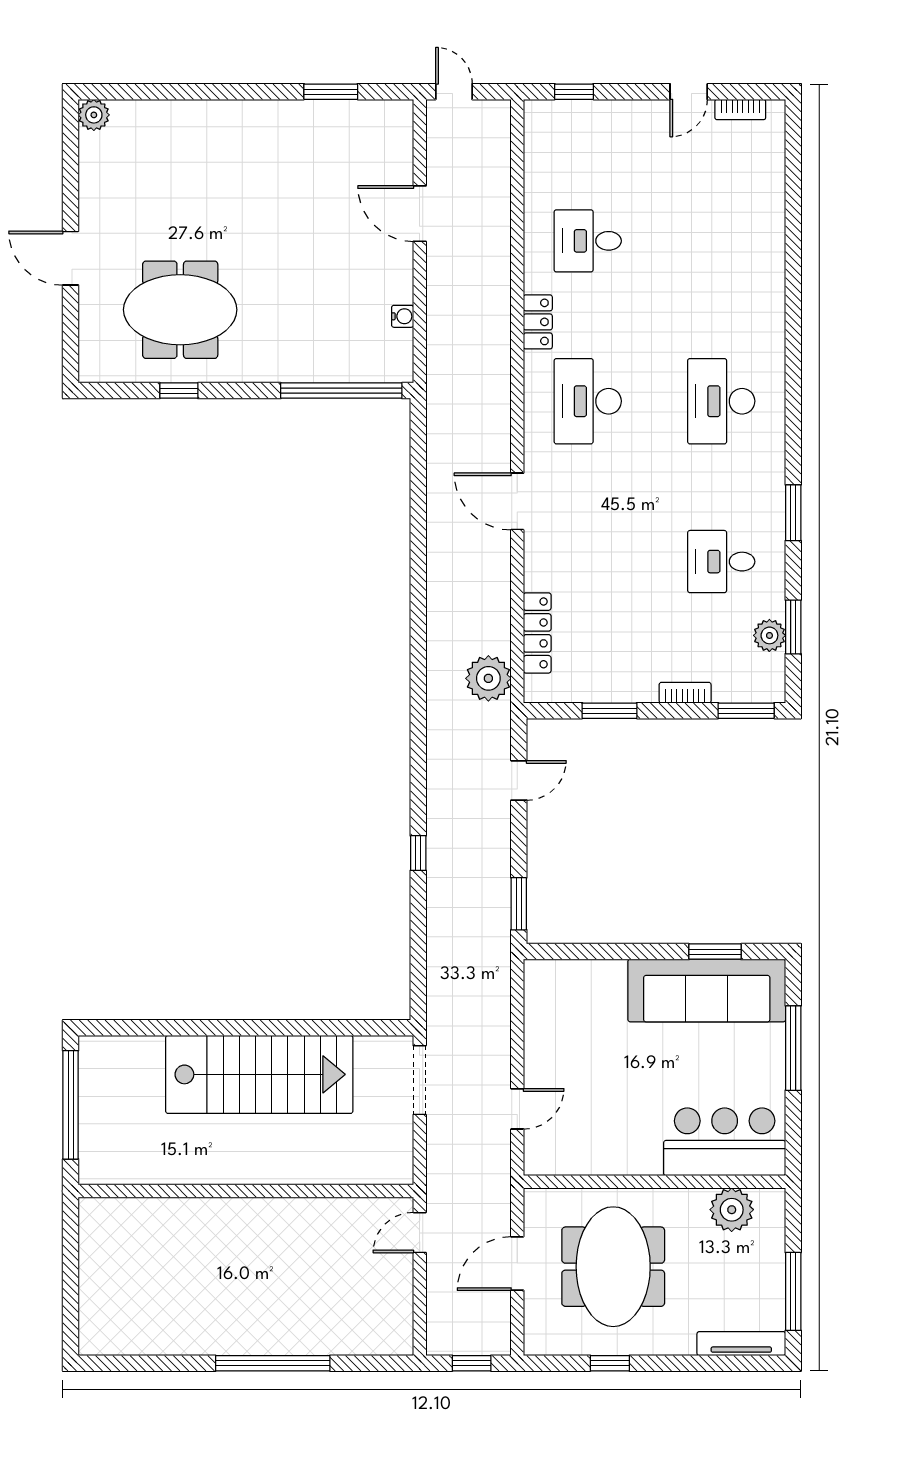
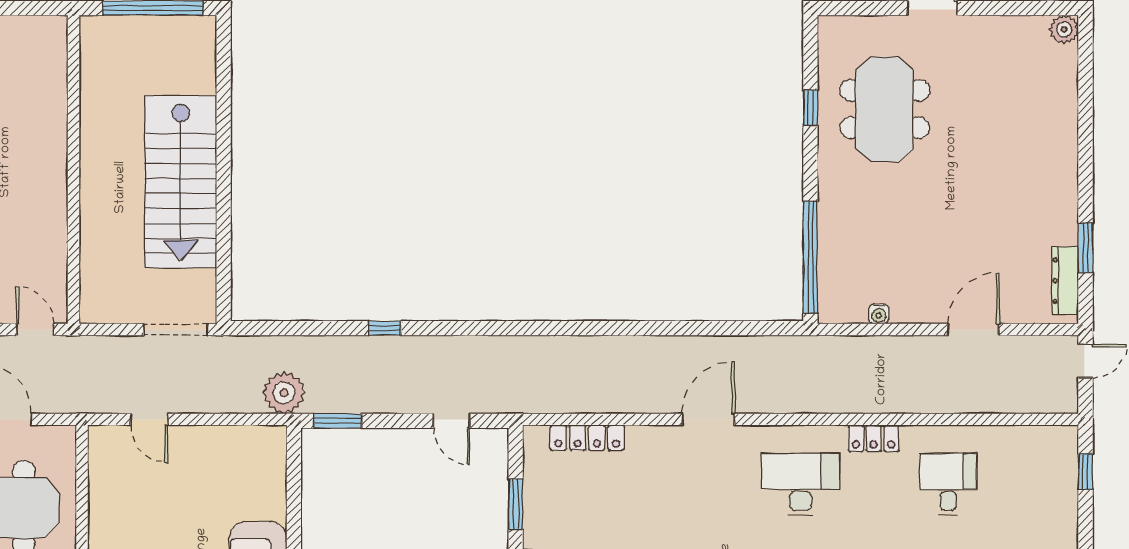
dresser: (367, 114) -> (1065, 281), added
plant: (488, 678) -> (284, 393), moved

